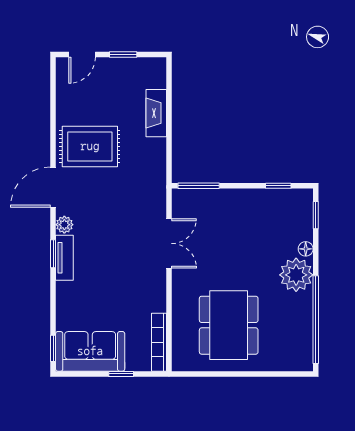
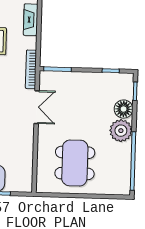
floor lamp: (306, 249) -> (124, 109), width x1.89, depth x1.89
bookcase: (159, 342) -> (31, 69), moved

